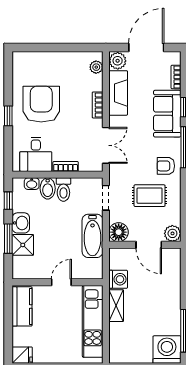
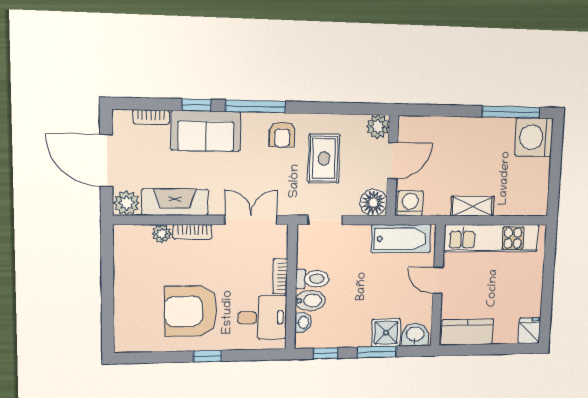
plant: (96, 67) -> (162, 234), moved
washbasin: (21, 223) -> (415, 335), moved
bathtub: (92, 236) -> (401, 239), moved
washing machine: (118, 279) -> (410, 203), moved

